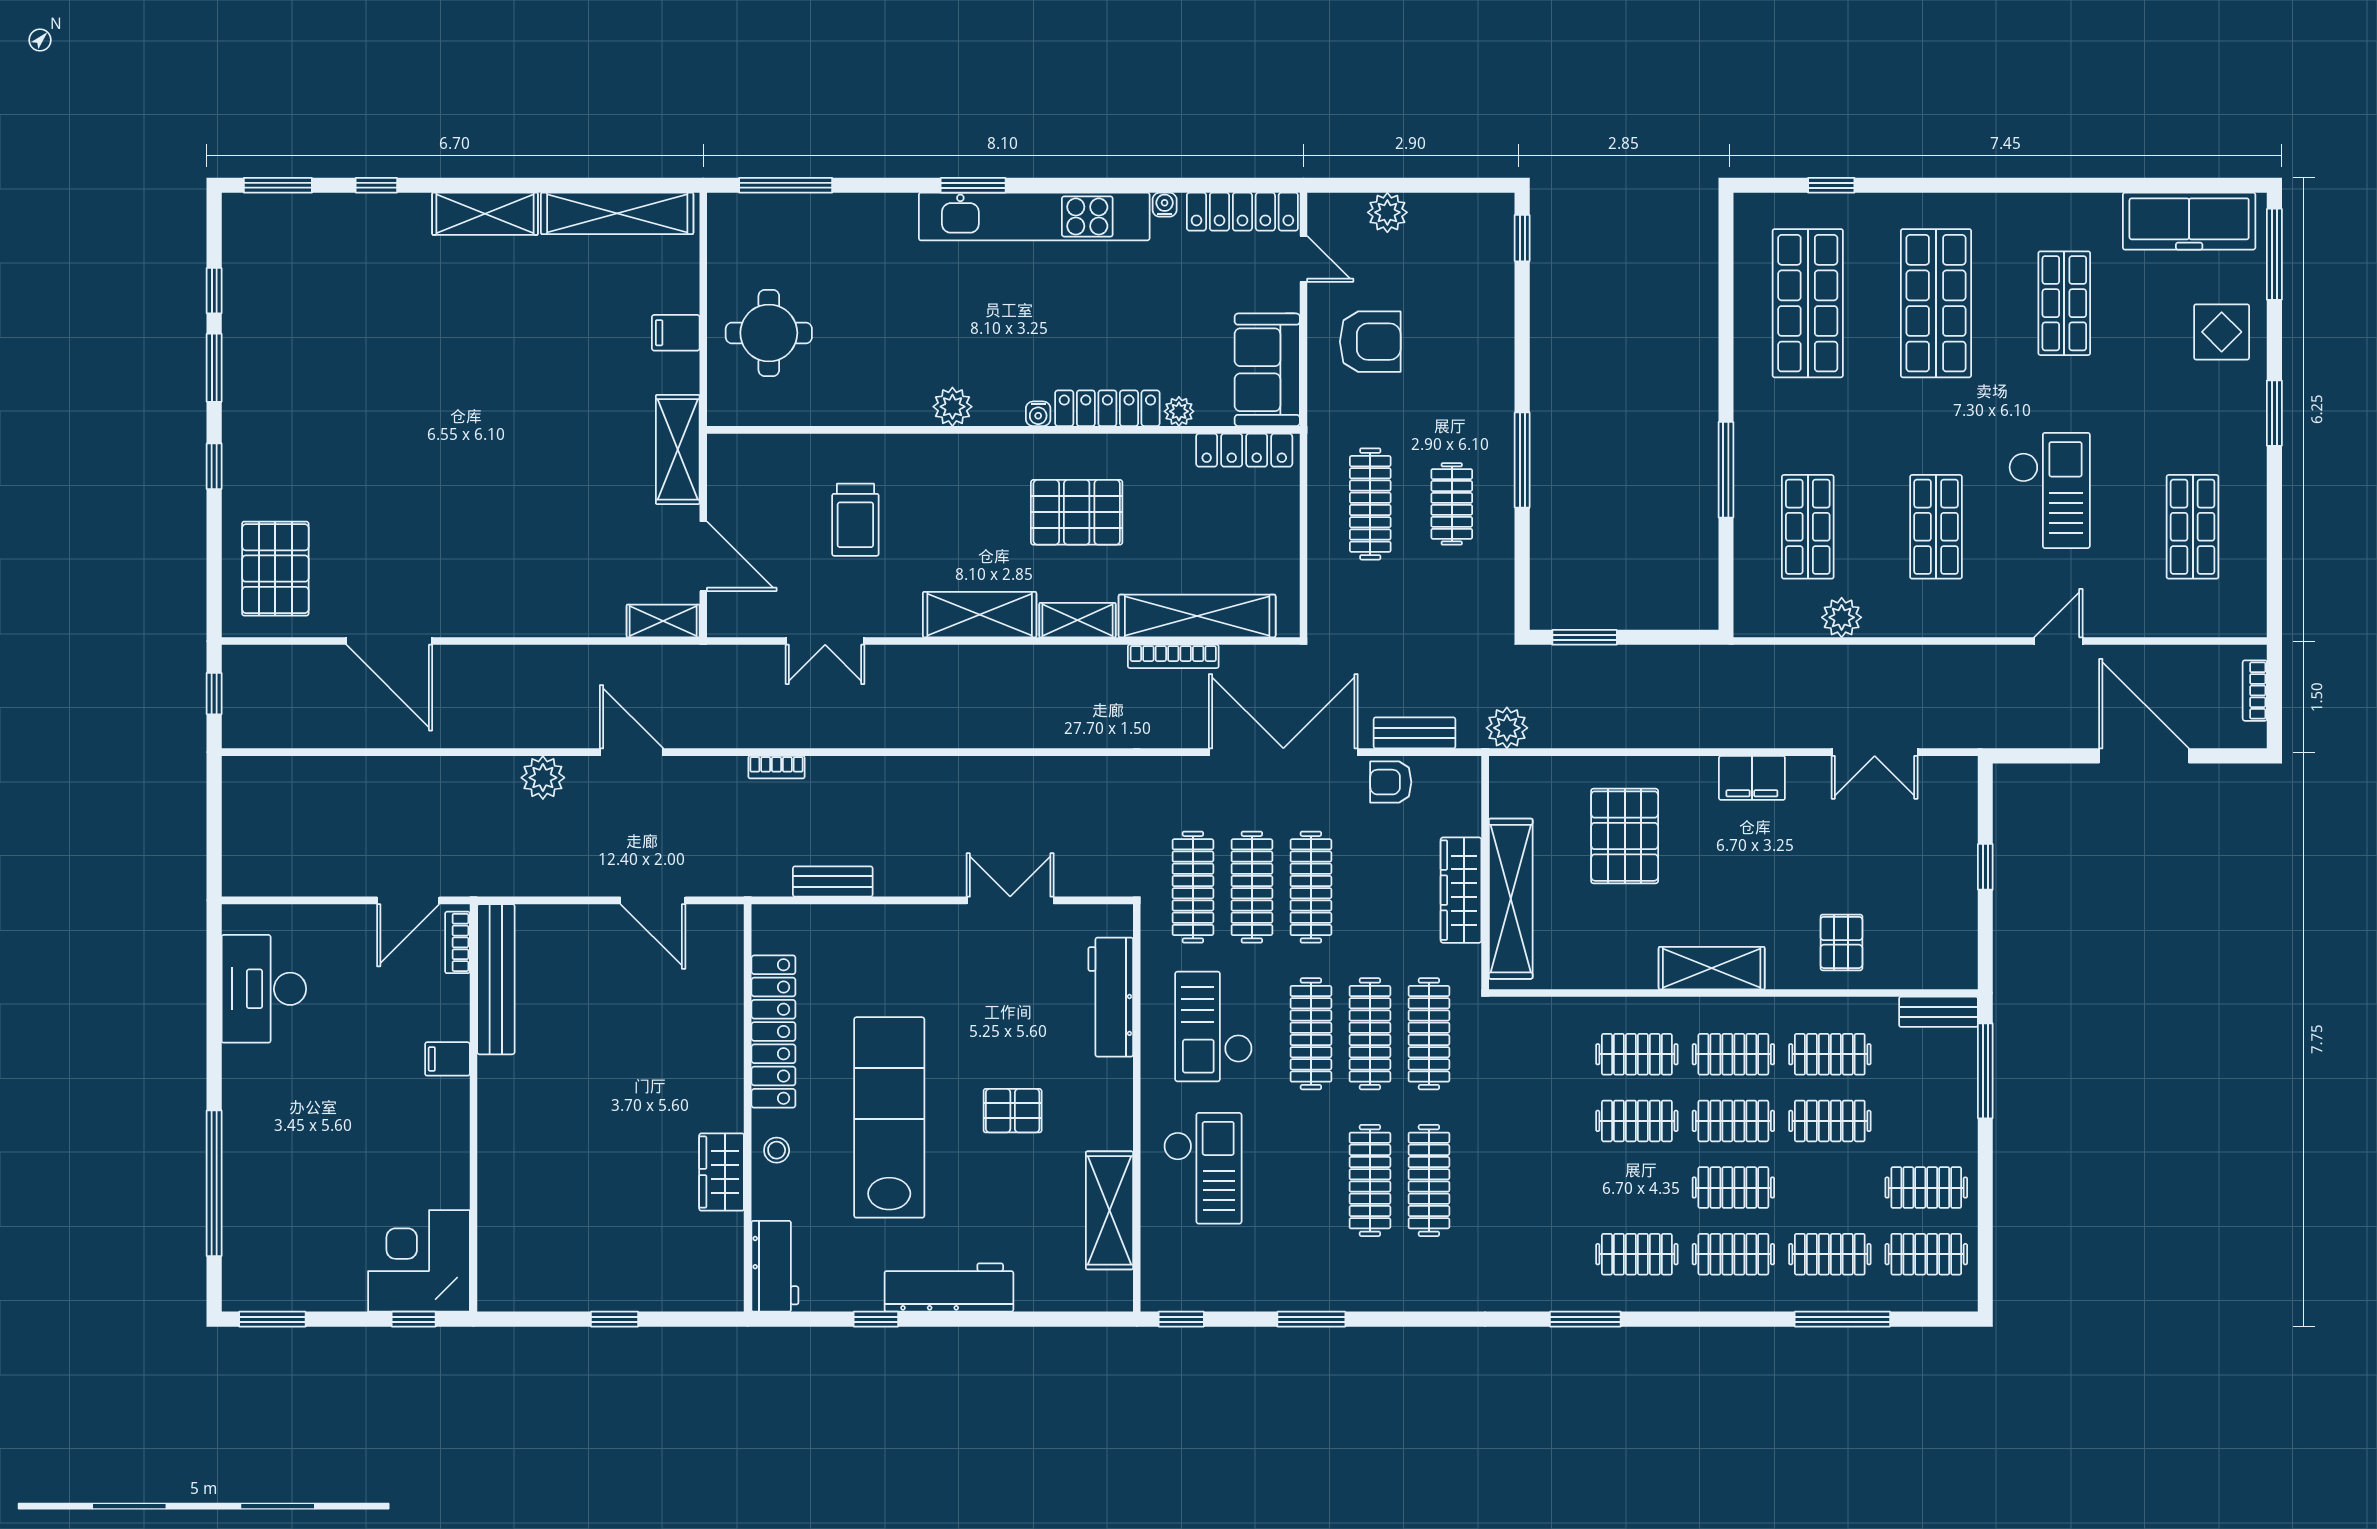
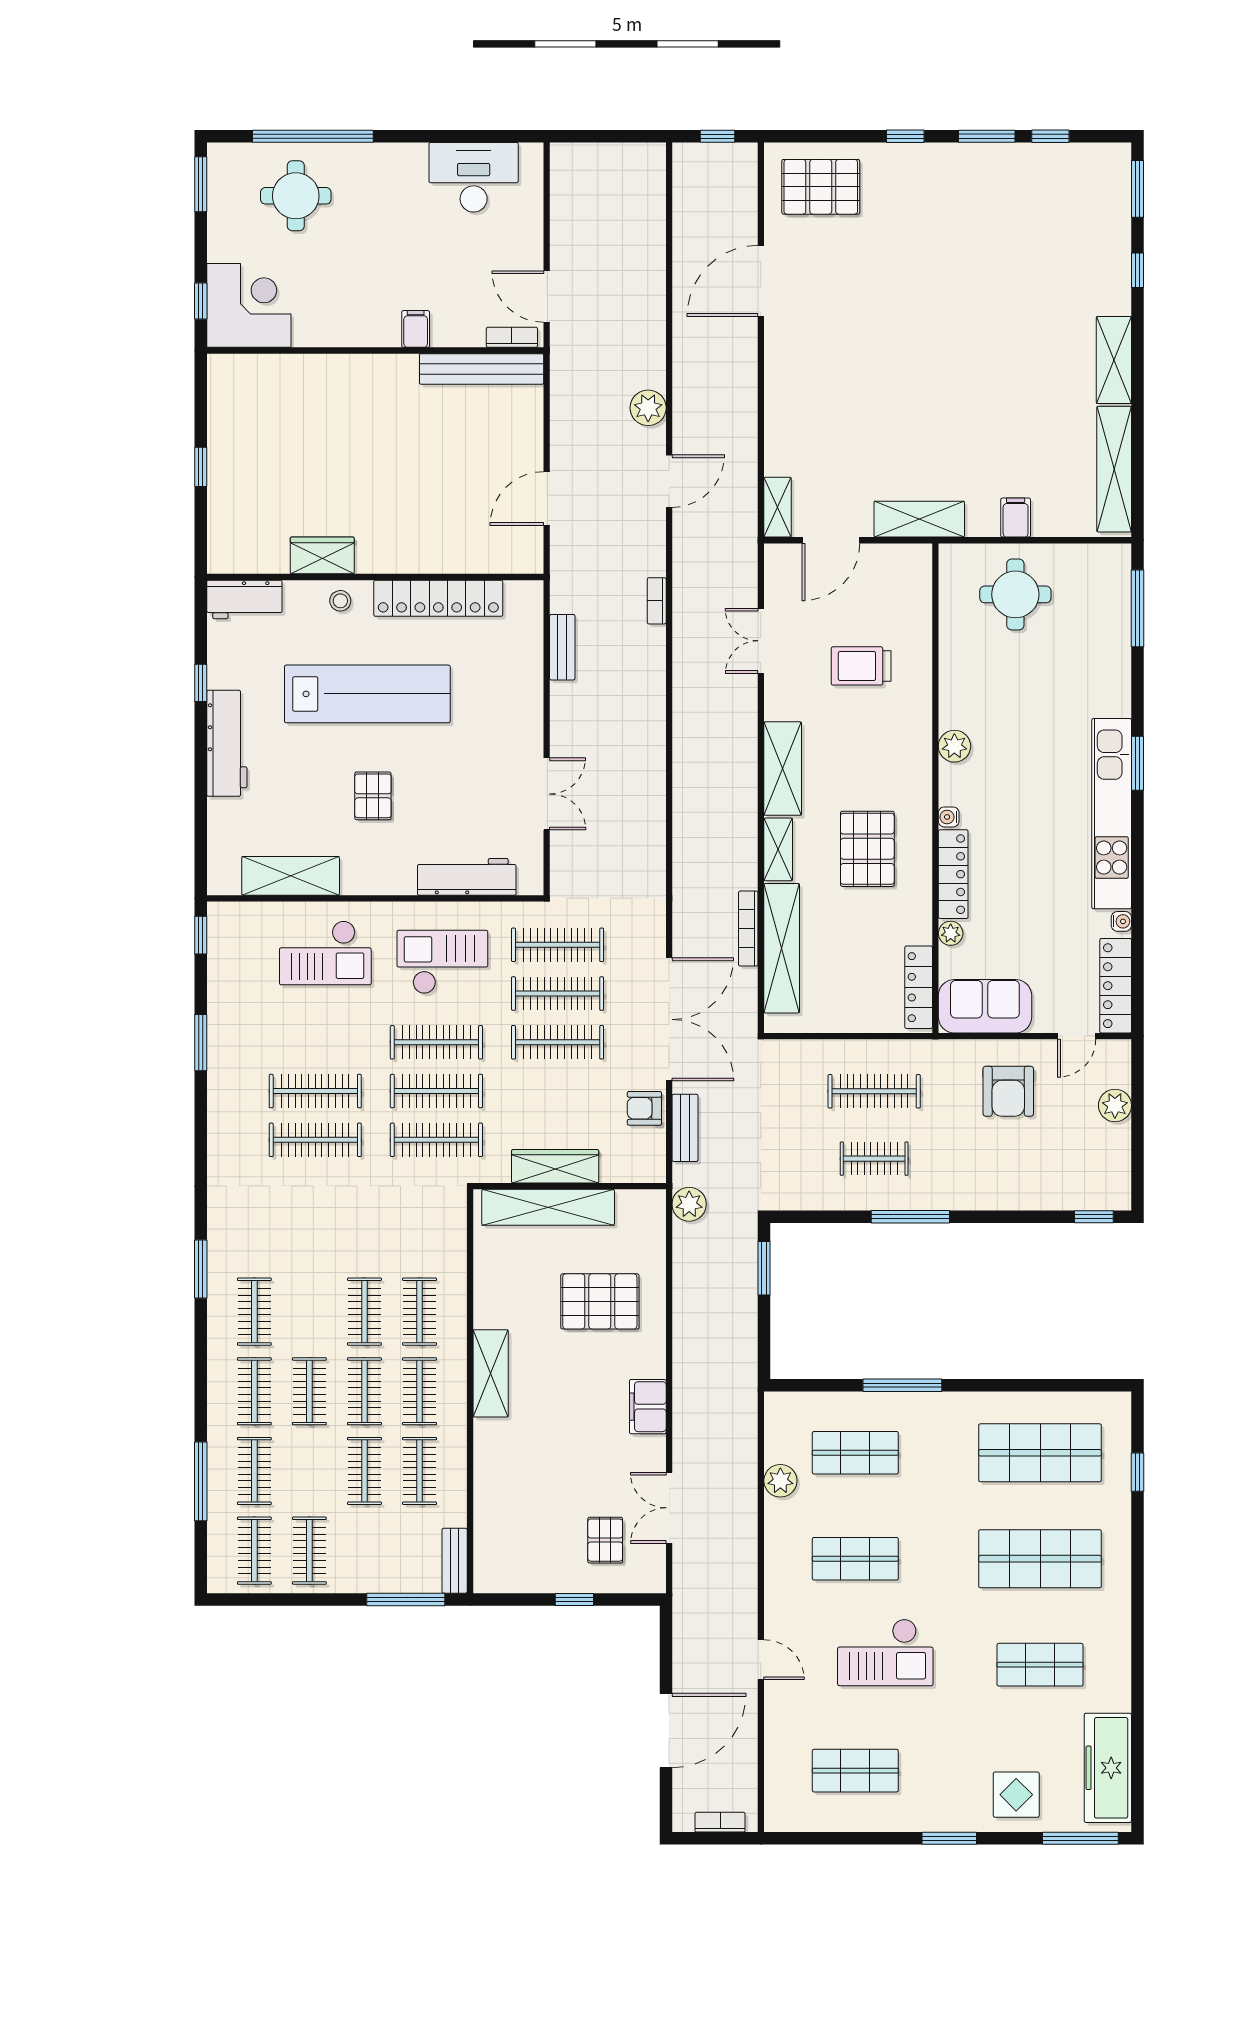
armchair: (1391, 782) -> (644, 1108), turned -90
pallet: (1841, 942) -> (605, 1540), moved, turned 90
round table: (286, 1204) -> (296, 196), added

